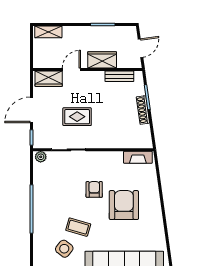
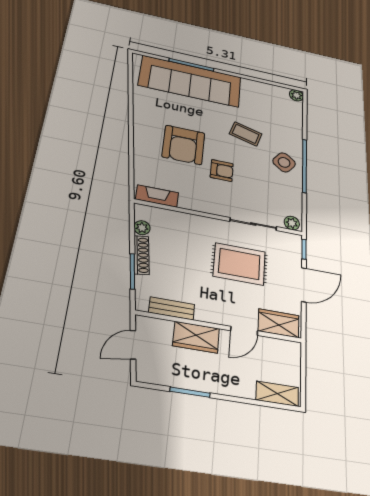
rug: (77, 117) -> (239, 264), width x1.36, depth x1.43
plant: (145, 130) -> (142, 228), added
armchair: (94, 189) -> (222, 170), turned -90
side table: (64, 249) -> (284, 162), moved

